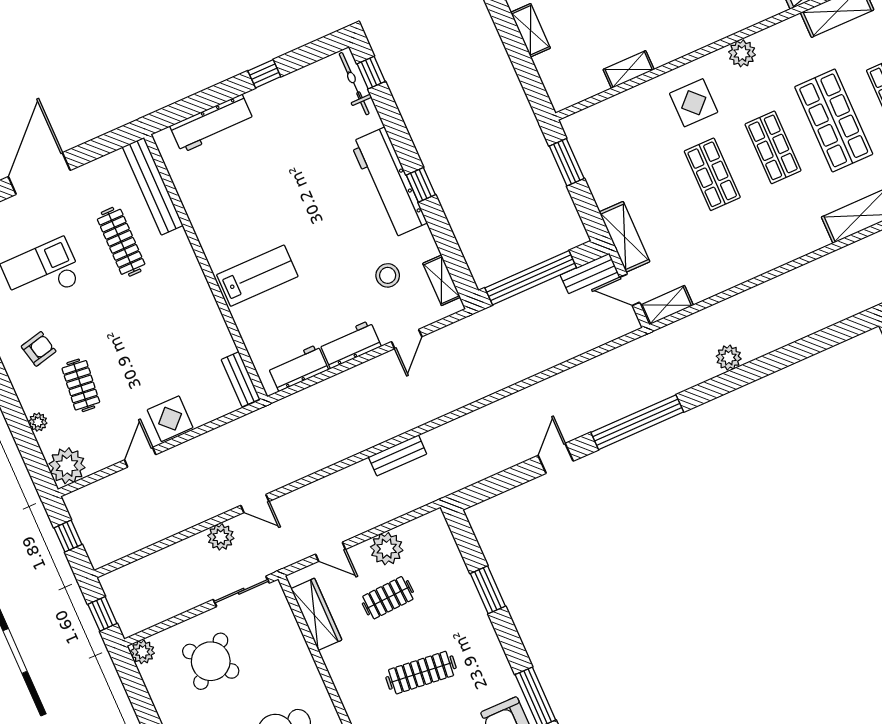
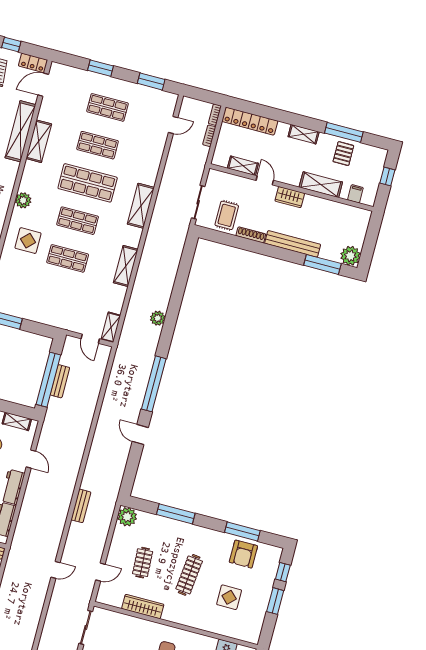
shelving: (624, 237) -> (126, 266), moved, turned 90
bench: (589, 273) -> (60, 381), moved
door: (630, 290) -> (90, 339), hinge flipped
door: (255, 503) -> (56, 570), moved
plant: (221, 537) -> (53, 617), removed
plant: (387, 549) -> (127, 517), moved
window: (488, 590) -> (176, 514), width x1.44
wardrobe: (316, 614) -> (143, 607), moved

